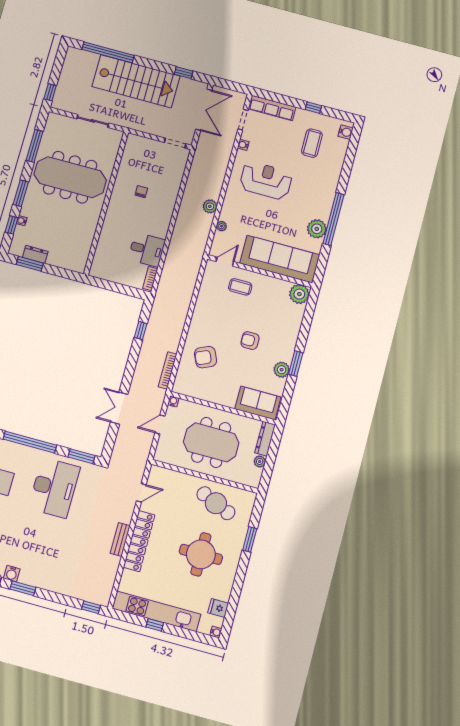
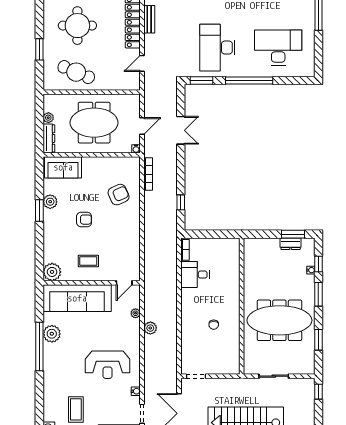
window: (35, 146) -> (318, 340), width x0.69
coffee table: (240, 287) -> (88, 261), moved

